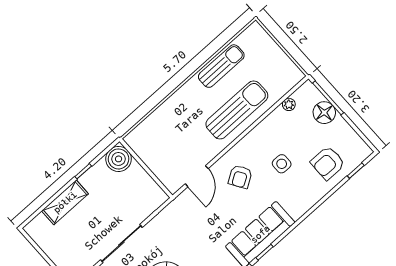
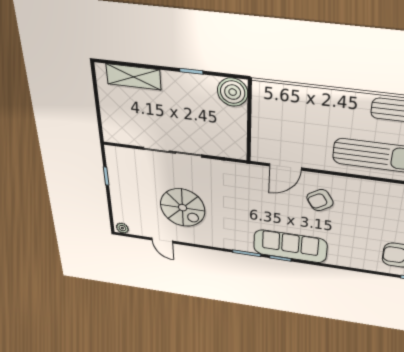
side table: (282, 164) -> (363, 223), removed
shelving: (65, 202) -> (134, 77), moved

